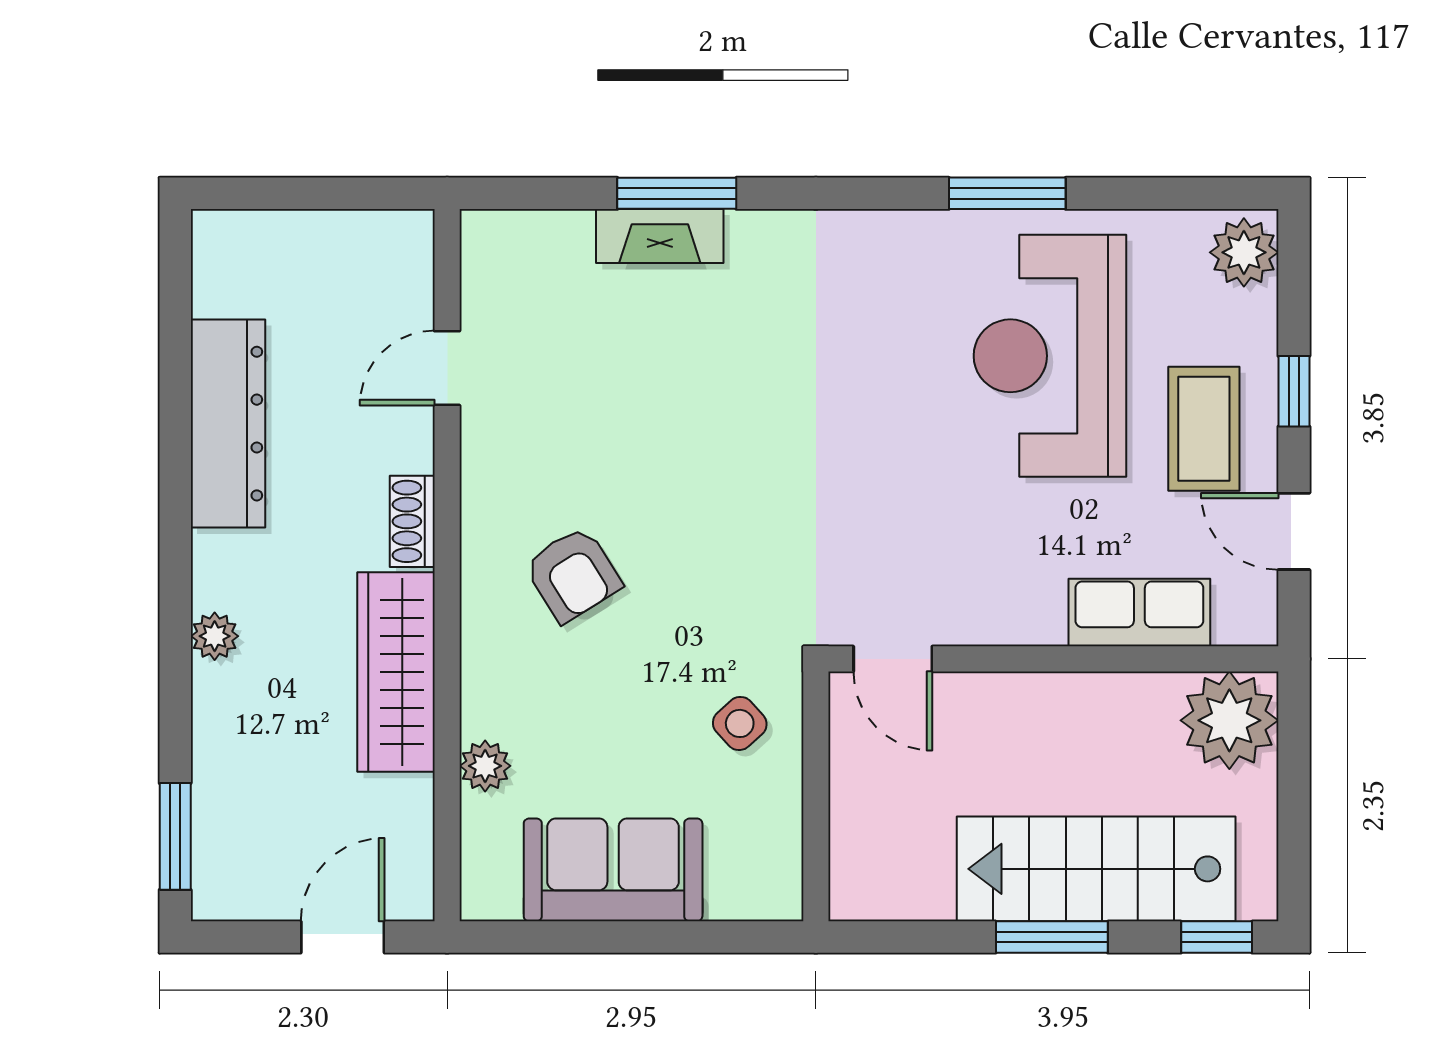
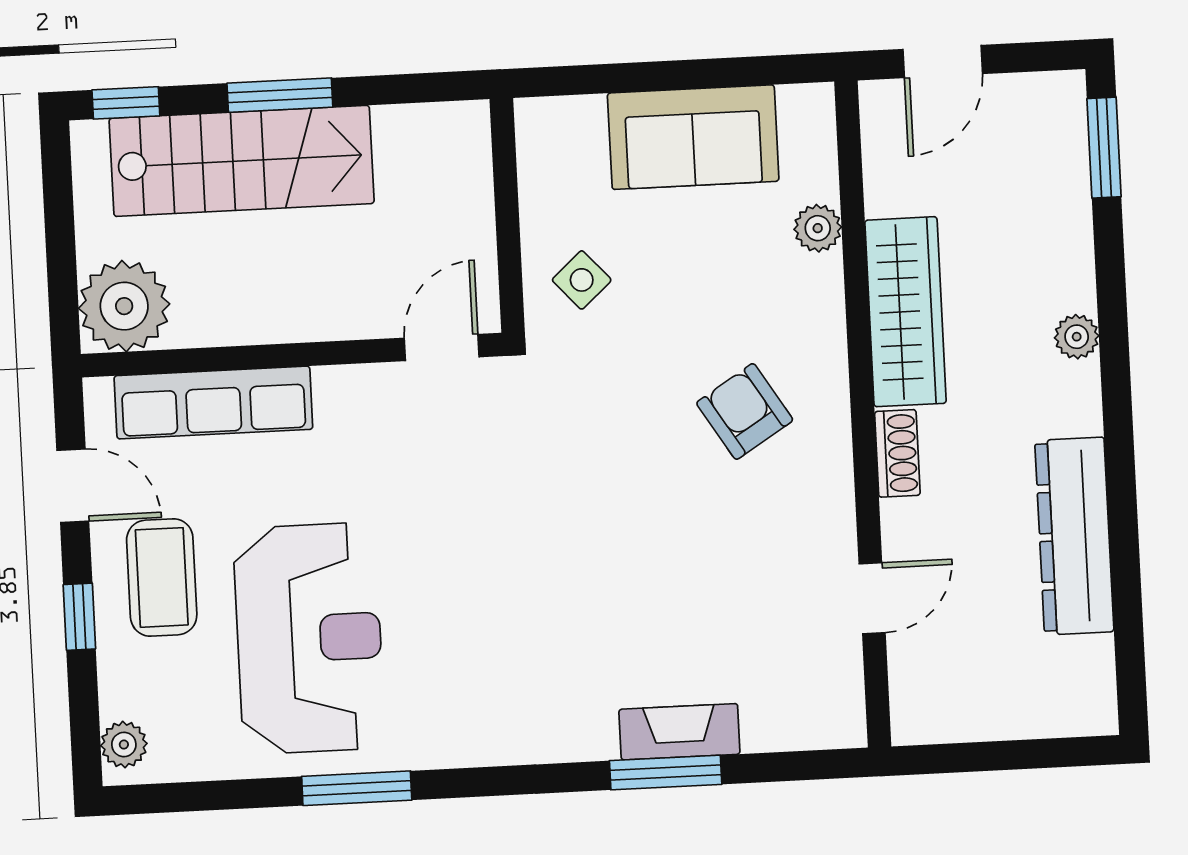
plant: (1244, 252) -> (124, 745), width x0.73, depth x0.73
row of seats: (1139, 613) -> (213, 403), width x1.48
door: (893, 659) -> (442, 348), hinge flipped

